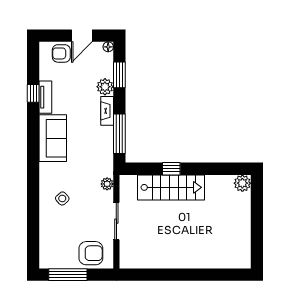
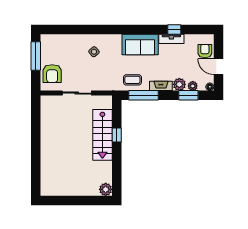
coffee table: (99, 148) -> (132, 80), added
plant: (107, 184) -> (193, 86), moved

